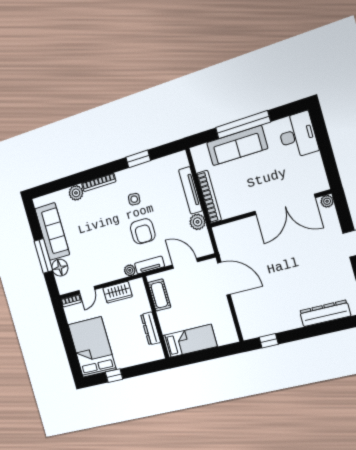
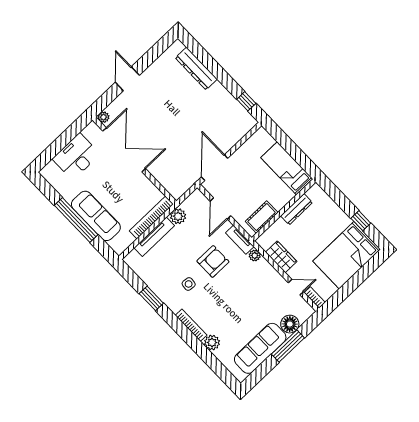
desk: (298, 135) -> (76, 157), moved

